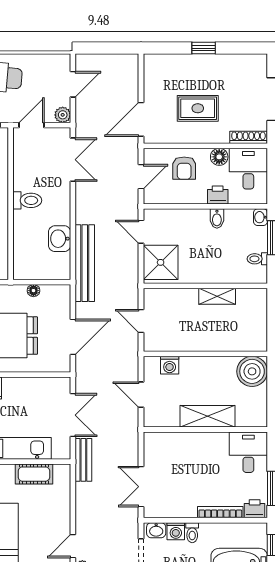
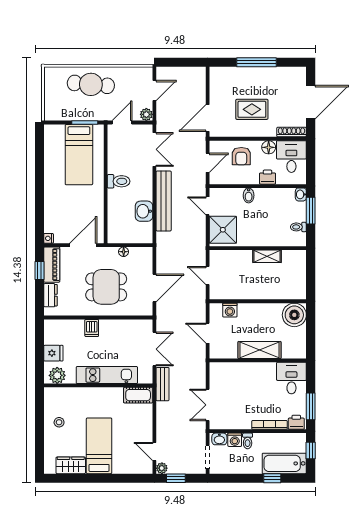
window: (204, 48) -> (256, 62), width x2.17
bidet: (217, 218) -> (249, 195), moved
bench: (85, 263) -> (164, 201), moved
cot: (34, 474) -> (138, 395), moved
door: (73, 546) -> (154, 451), hinge flipped

